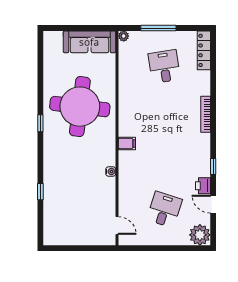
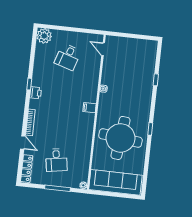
sofa: (89, 42) -> (115, 182), width x1.36, depth x1.27
printer: (203, 186) -> (36, 93), moved
door: (213, 204) -> (23, 143), moved

